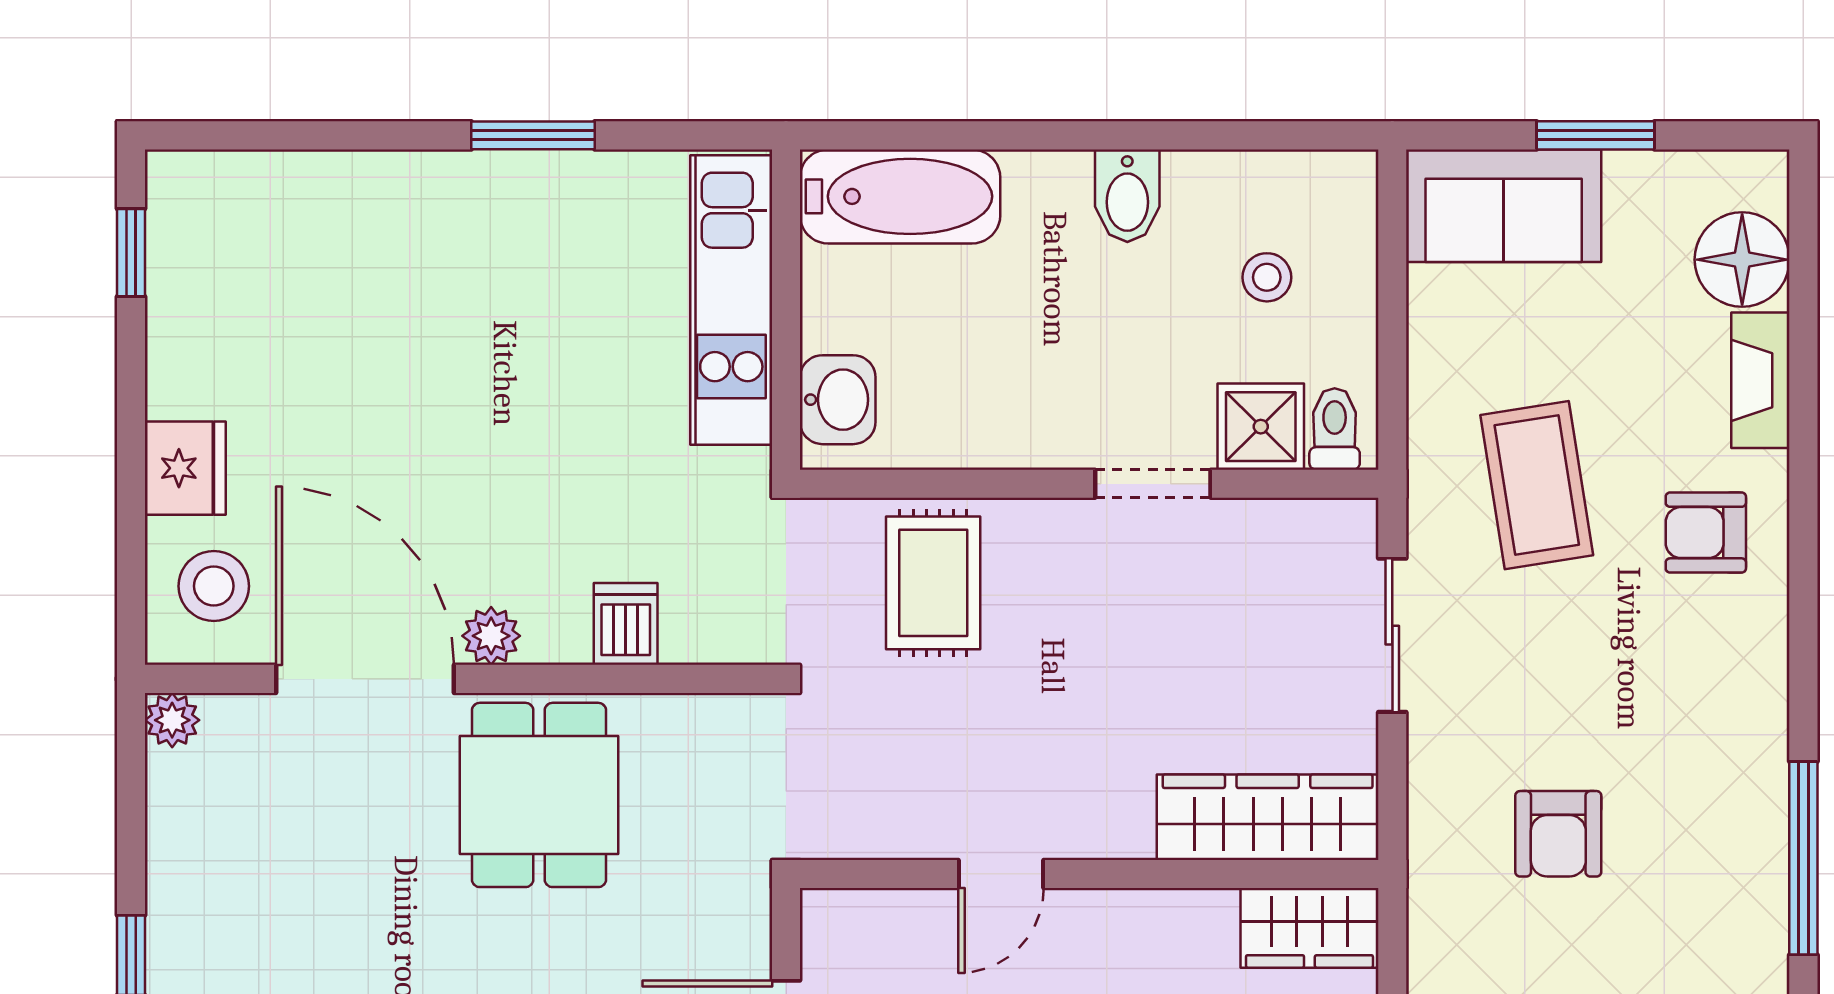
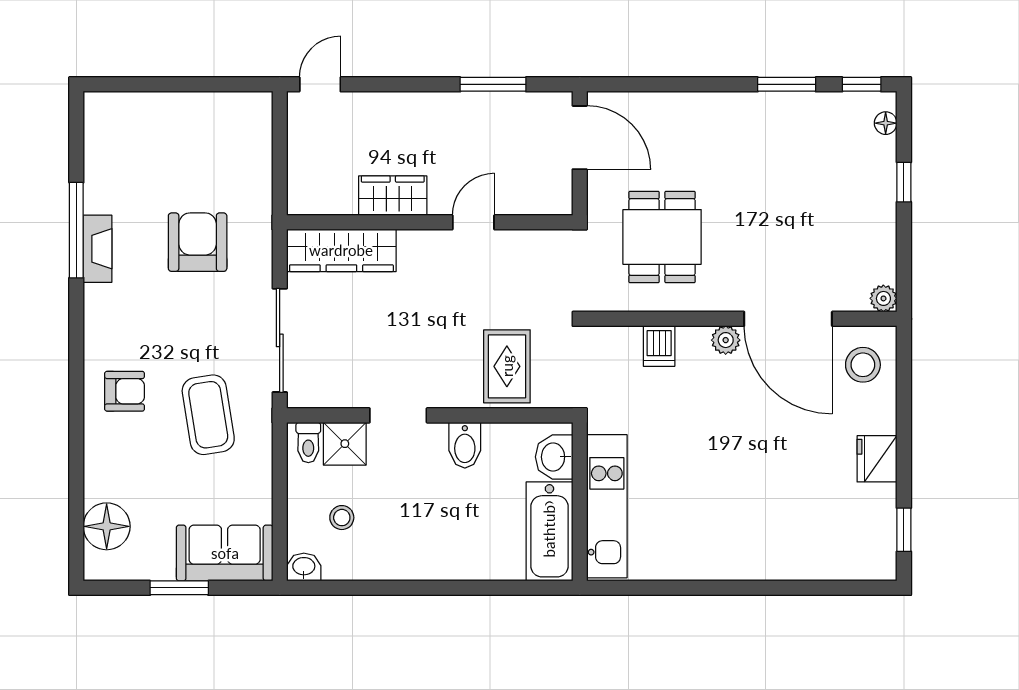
window: (533, 135) -> (705, 588), removed
washbasin: (1344, 177) -> (304, 567), added
bathtub: (900, 196) -> (549, 531), moved, turned -90
bidet: (1127, 196) -> (465, 445), moved, turned 180
fireplace: (1760, 380) -> (98, 249), moved
fridge: (185, 468) -> (877, 459), moved
sliding door: (1392, 635) -> (280, 340), width x1.37
dining table: (539, 795) -> (662, 237), moved
armchair: (1558, 834) -> (198, 242), width x1.38, depth x1.38
wardrobe: (1309, 928) -> (393, 196), moved

